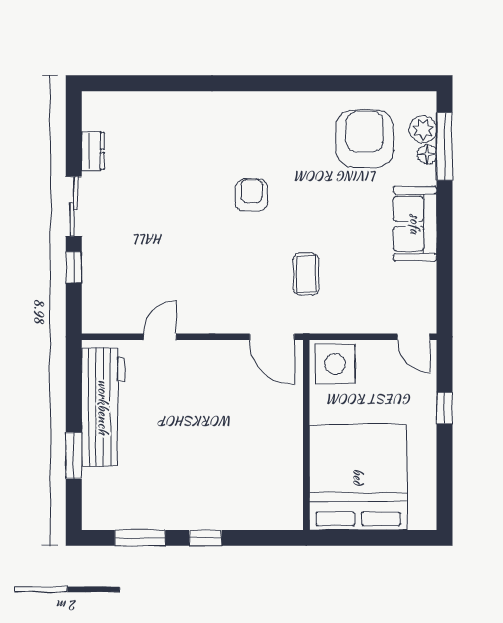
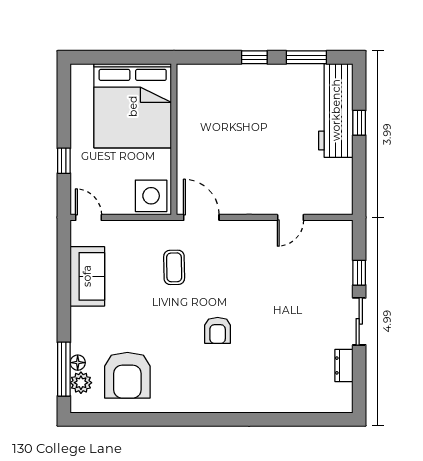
sofa: (415, 224) -> (87, 276), moved
workbench: (103, 407) -> (336, 110), moved
window: (74, 456) -> (359, 123), width x0.67

